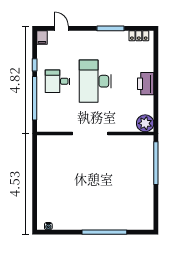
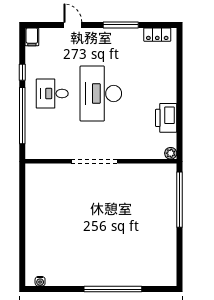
door: (61, 28) -> (73, 25), moved
printer: (146, 84) -> (166, 118), moved
plant: (145, 123) -> (171, 153), width x0.53, depth x0.53

